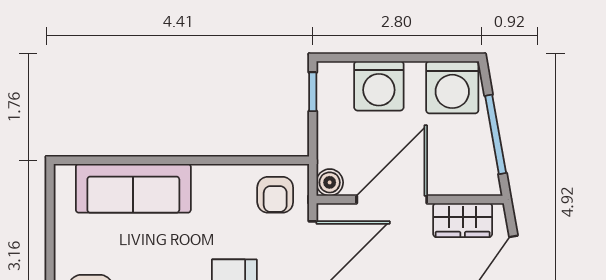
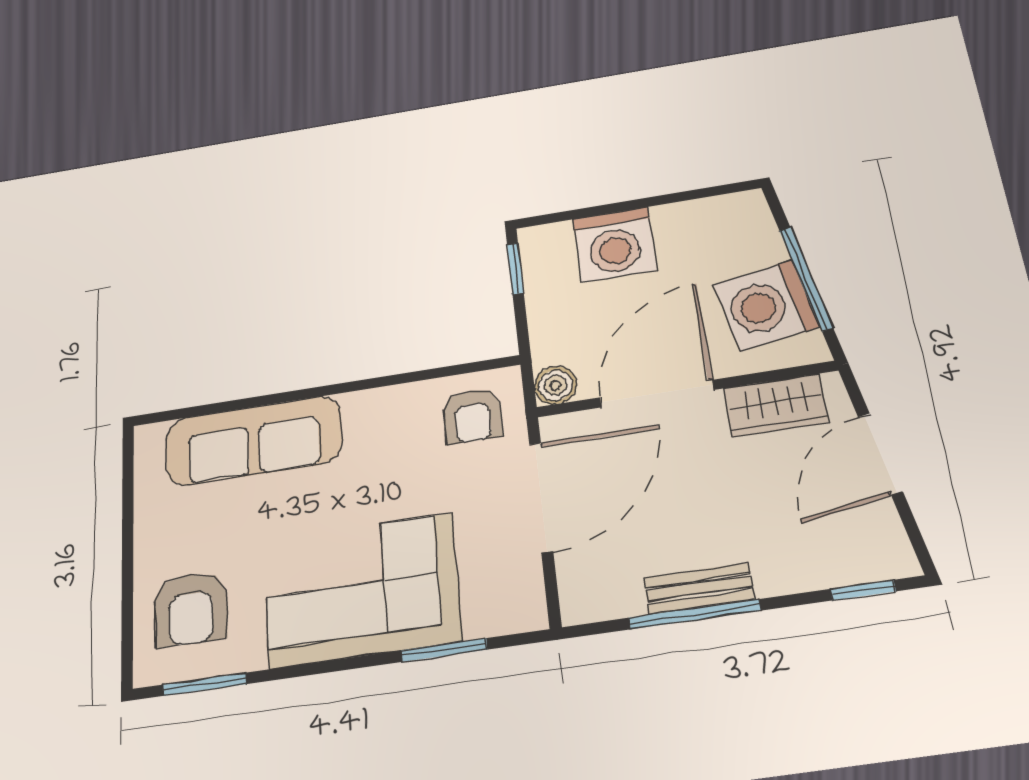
washing machine: (452, 87) -> (766, 306), moved, turned 80

